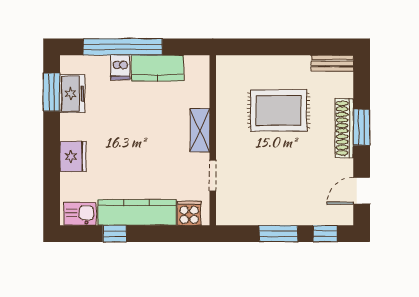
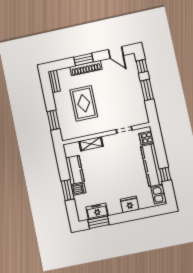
window: (123, 47) -> (68, 190), width x0.47
window: (259, 47) -> (53, 120), added
shelving: (200, 130) -> (91, 144), moved

